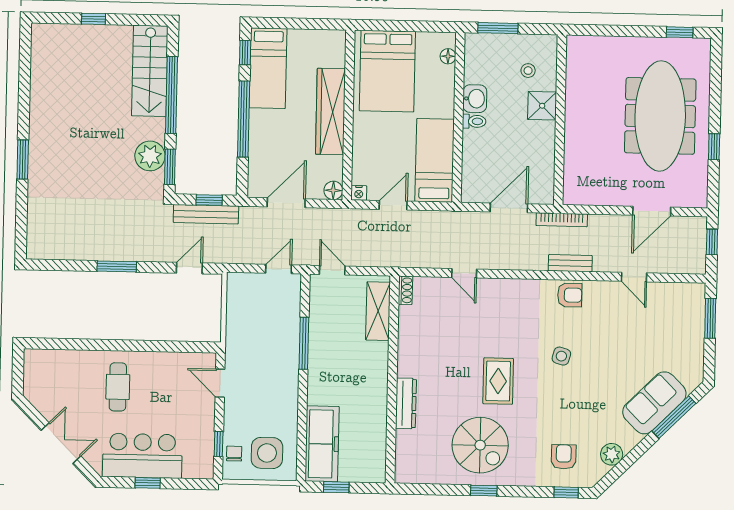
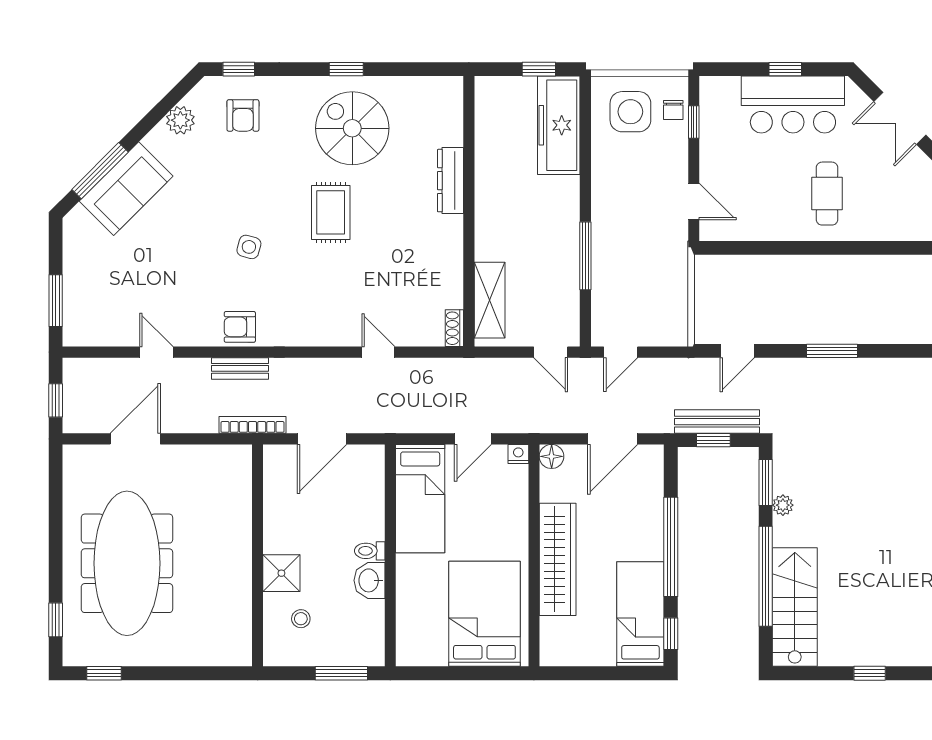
floor lamp: (448, 56) -> (406, 635), removed
window: (714, 147) -> (56, 620), moved
plant: (150, 156) -> (783, 505), width x0.53, depth x0.53

